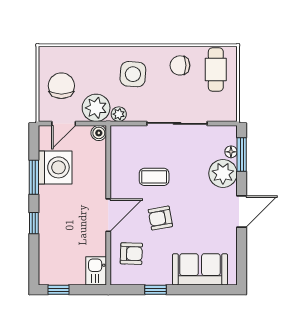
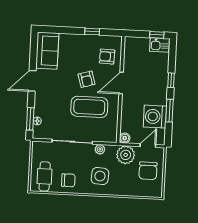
plant: (119, 114) -> (100, 149), moved
plant: (223, 173) -> (43, 107), removed
coffee table: (154, 177) -> (89, 107), width x1.86, depth x1.72
armchair: (160, 218) -> (87, 79), turned 84
sofa: (200, 269) -> (47, 51), moved, turned -90
kitchen sink: (96, 271) -> (160, 45), moved, turned 90

